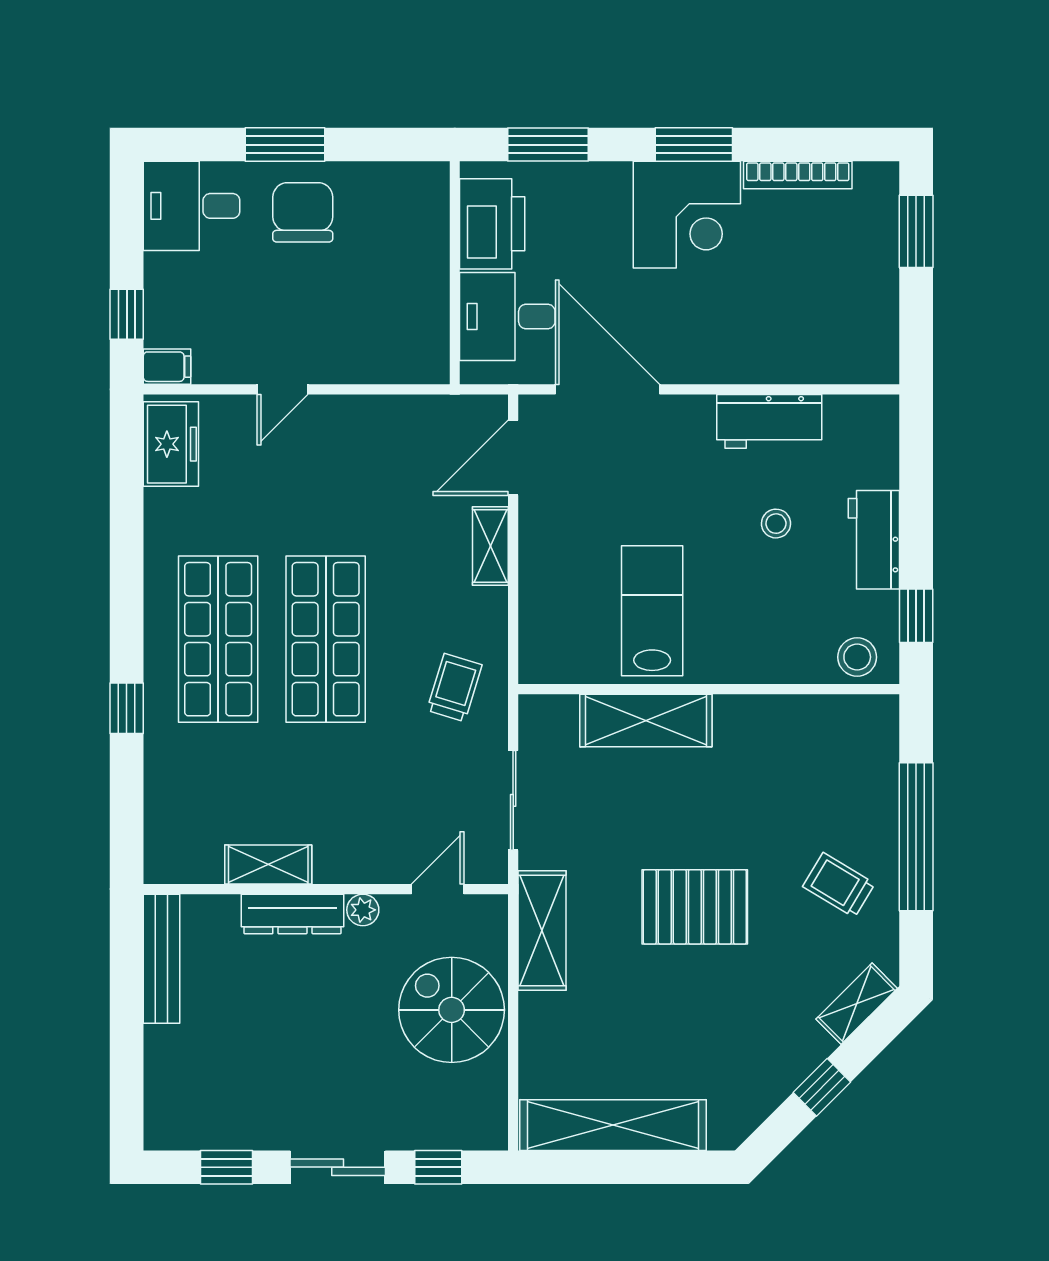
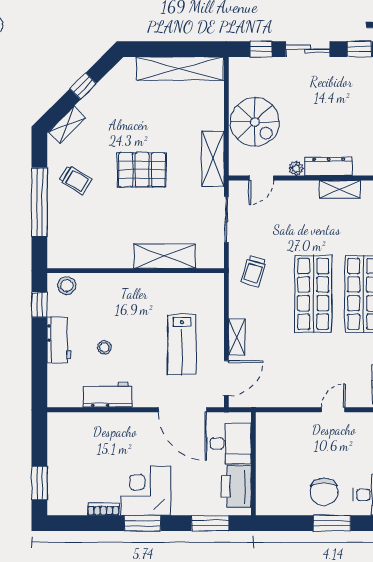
bookcase: (798, 175) -> (103, 509), width x0.64
lab bench: (652, 611) -> (182, 344), moved

